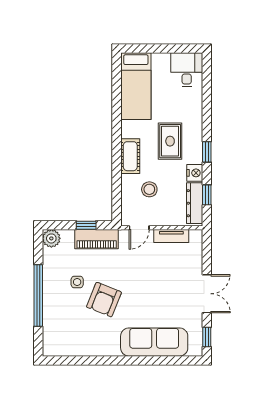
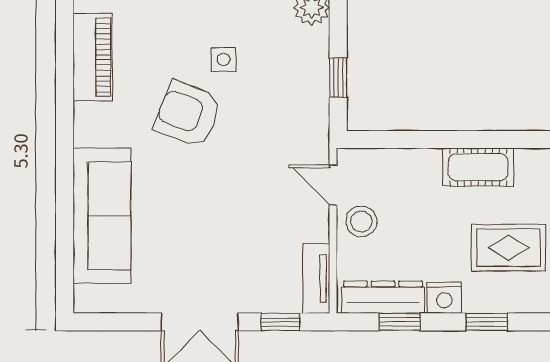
stool: (149, 189) -> (361, 221), moved
tv unit: (171, 236) -> (316, 278), moved
piano: (97, 239) -> (93, 57), moved, turned 180
window: (207, 337) -> (280, 322), moved

